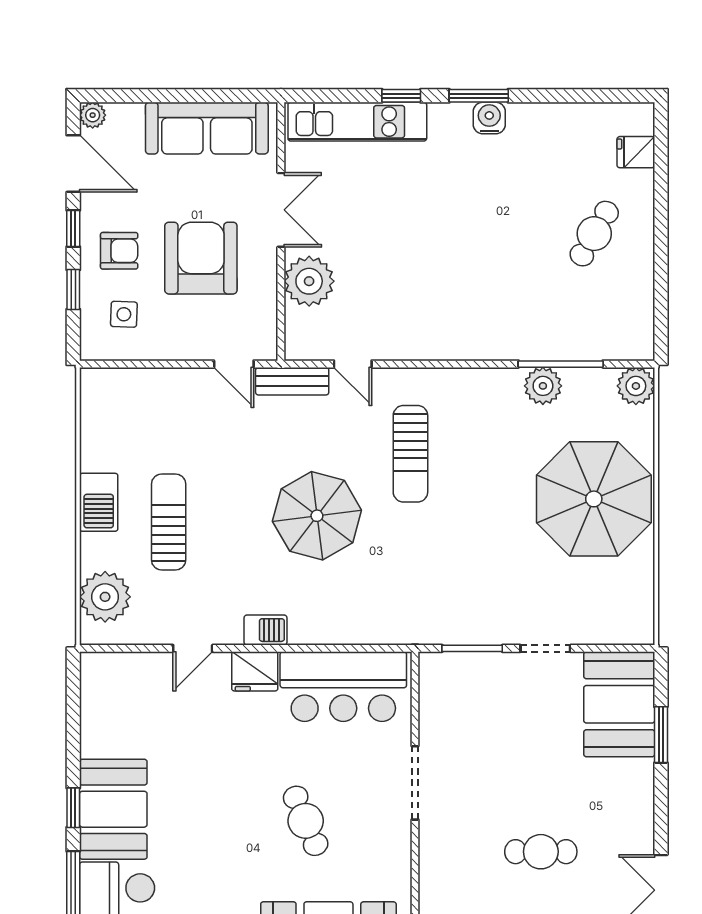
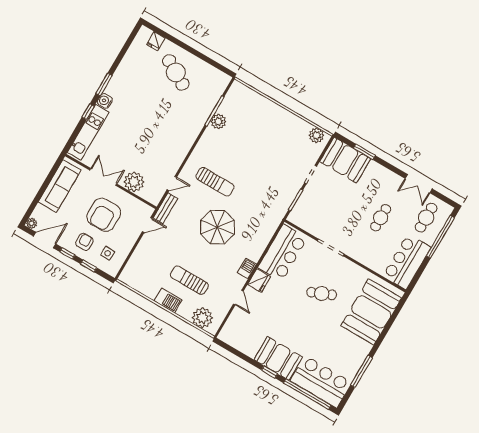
water cooler: (489, 118) -> (105, 101), moved
cafe table: (594, 234) -> (176, 72), width x1.37, depth x1.35
armchair: (201, 258) -> (104, 215), turned -90
plant: (636, 386) -> (316, 135), moved
parasol: (594, 499) -> (268, 127), removed

